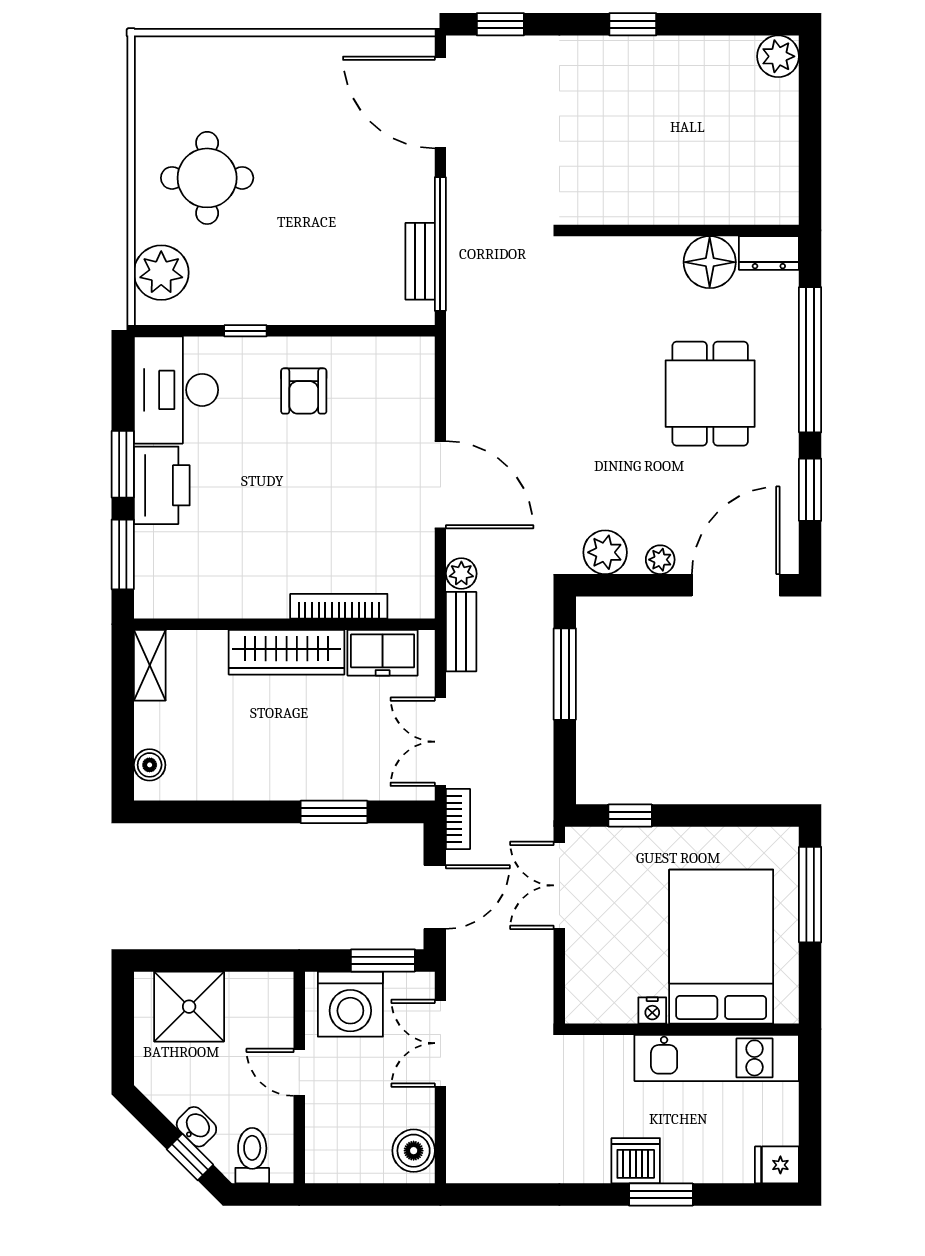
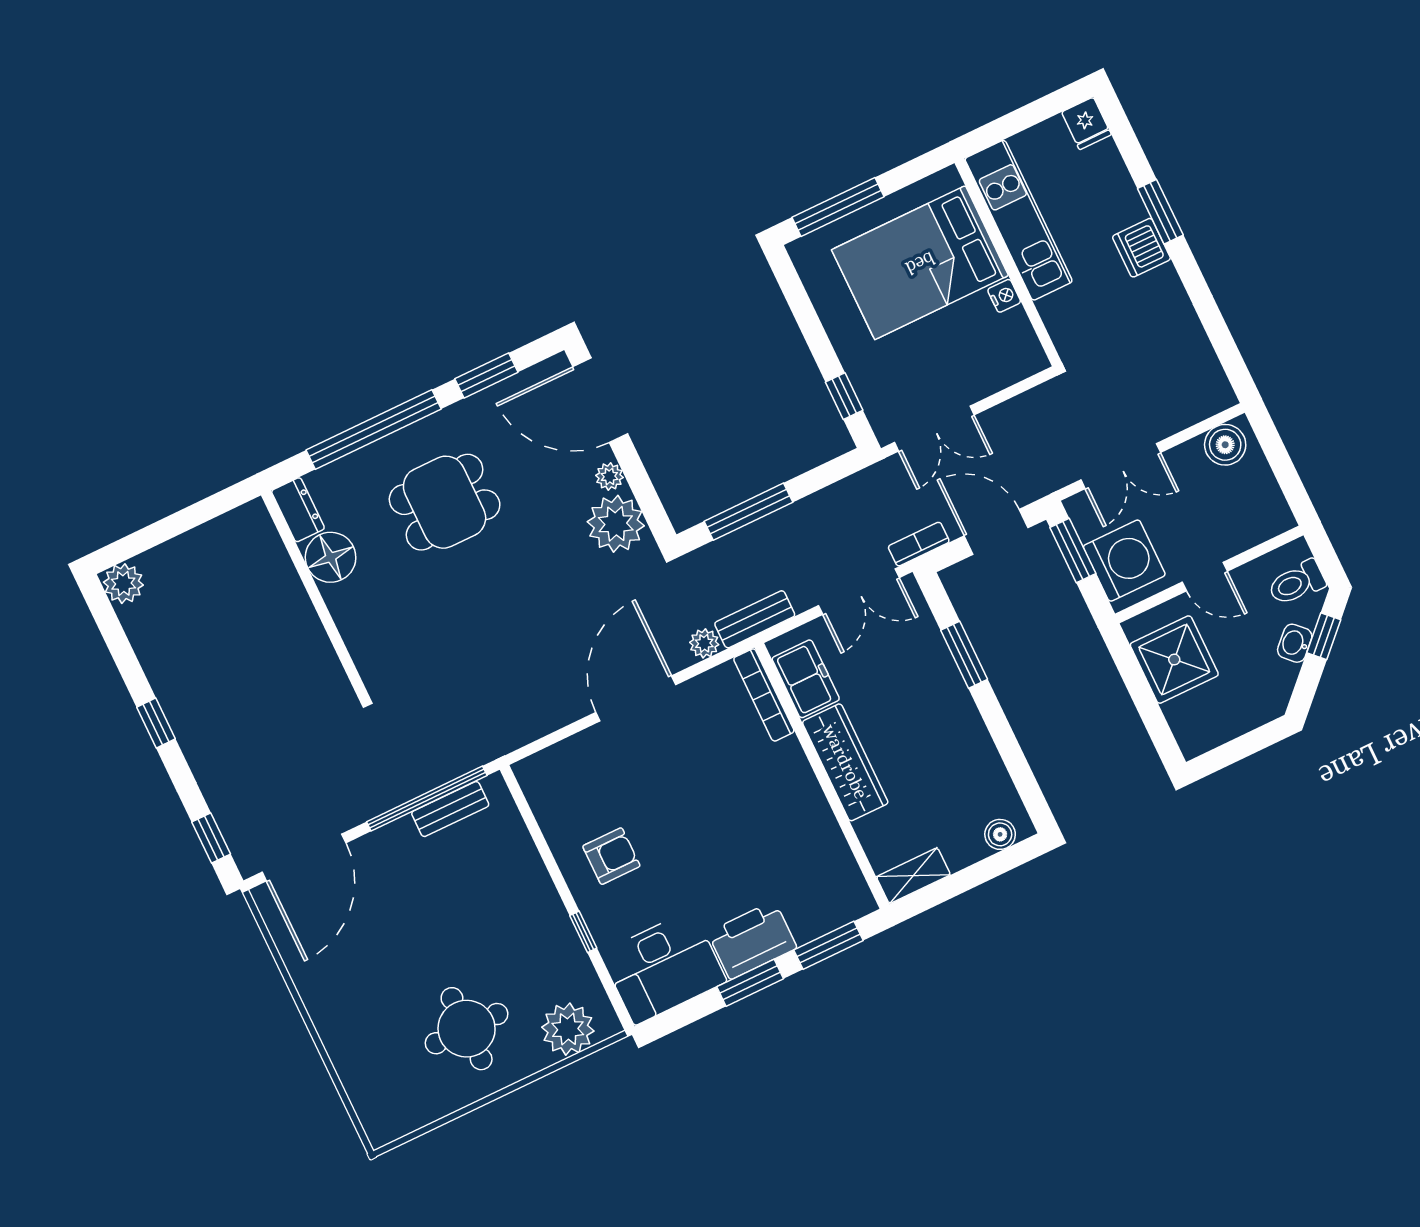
plant: (605, 552) -> (616, 524), width x1.36, depth x1.36
bookcase: (339, 606) -> (764, 695), moved
shower: (189, 1007) -> (1174, 660), moved
door: (299, 1072) -> (1205, 577), hinge flipped

